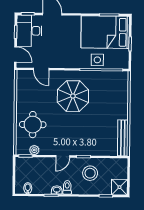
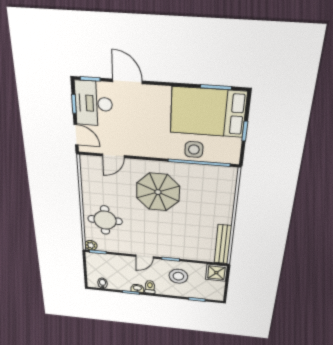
door: (41, 69) -> (113, 156), hinge flipped
plant: (34, 150) -> (91, 245), moved
shower: (119, 187) -> (216, 273), moved

